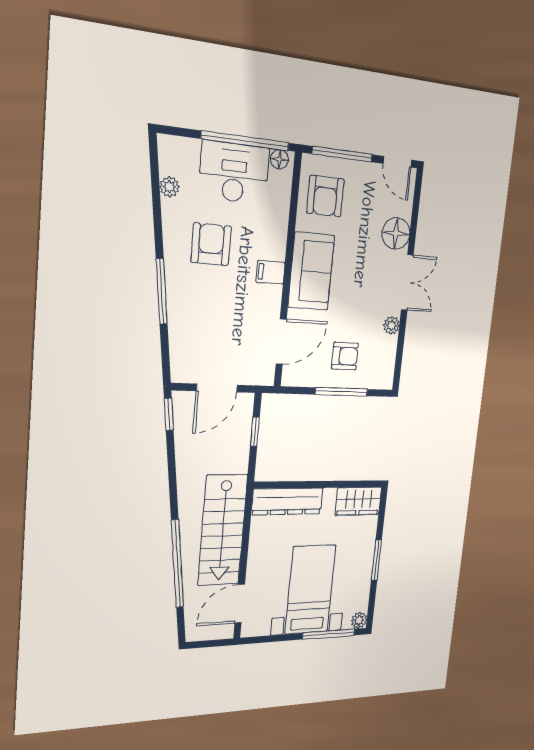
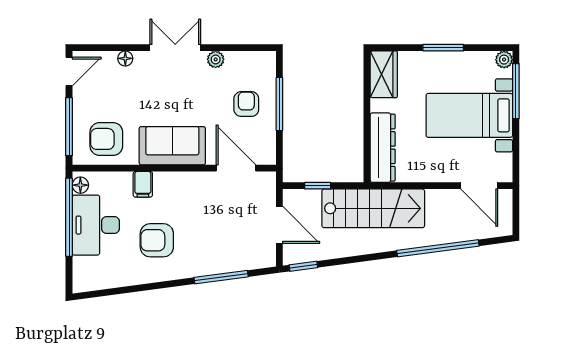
plant: (170, 187) -> (113, 280), removed
armchair: (325, 196) -> (106, 139), turned 180
floor lamp: (396, 233) -> (125, 58), width x0.53, depth x0.53
filing cabinet: (270, 272) -> (143, 184), moved
window: (162, 291) -> (221, 277), moved
stairs: (223, 530) -> (373, 208), moved

